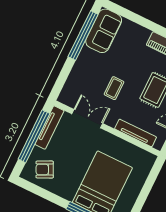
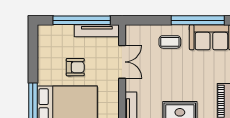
coffee table: (114, 88) -> (170, 42), moved
armchair: (45, 170) -> (75, 67), moved, turned 116

